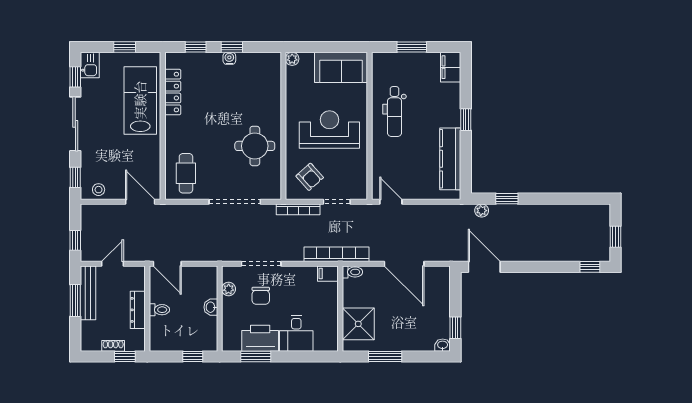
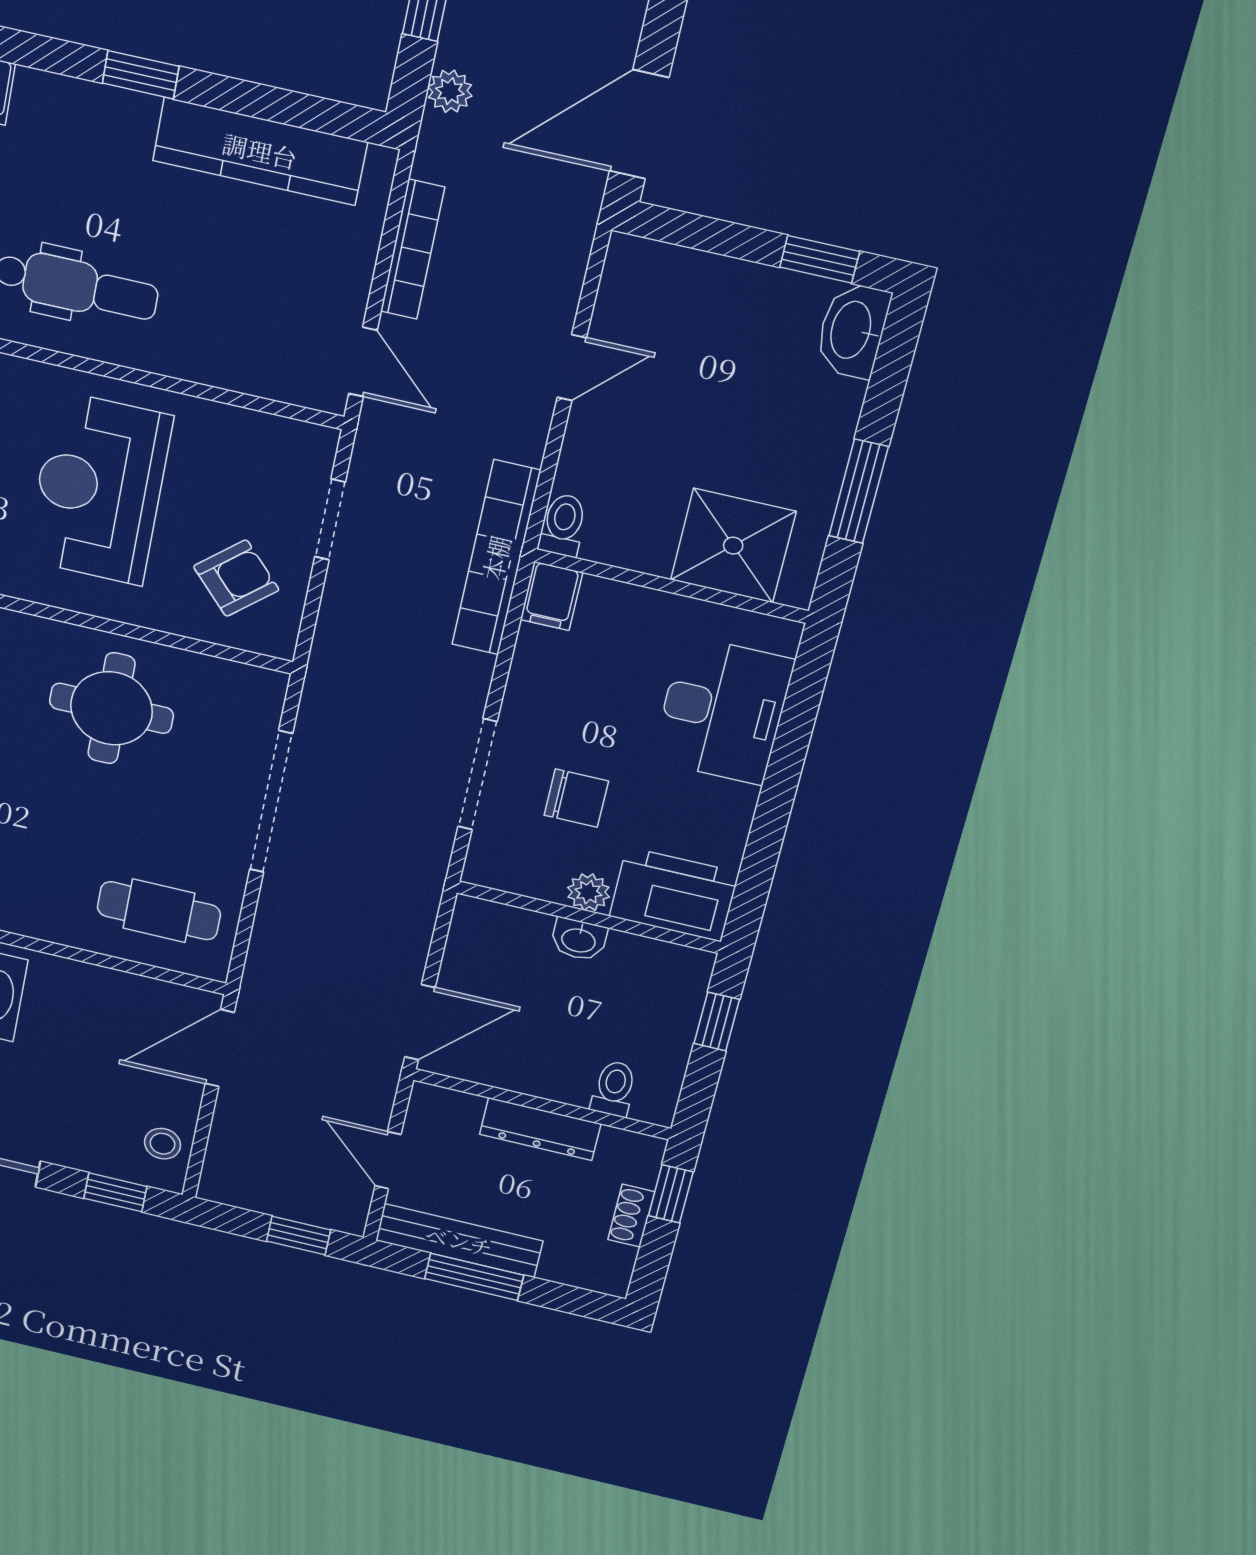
door: (391, 202) -> (363, 362), swing flipped
bookcase: (298, 209) -> (412, 249), moved
door: (404, 264) -> (572, 368), width x0.53
plant: (229, 289) -> (588, 892), moved
toilet: (159, 310) -> (614, 1089), moved
desk: (296, 333) -> (723, 710), width x1.37
printer: (260, 338) -> (674, 894), moved, turned 90
washbasin: (443, 345) -> (852, 330), width x1.91, depth x1.45
window: (256, 356) -> (761, 855), removed

